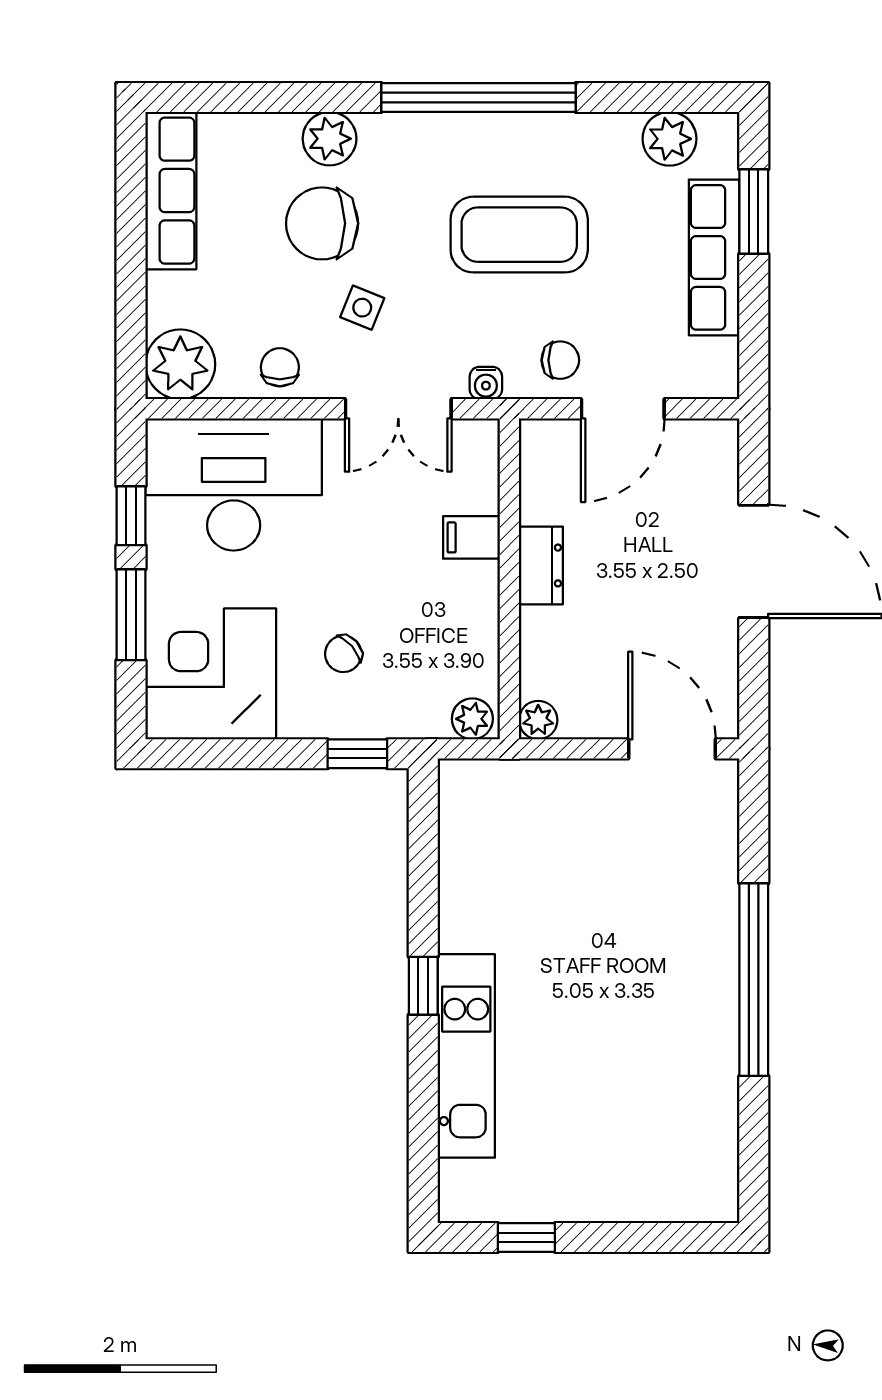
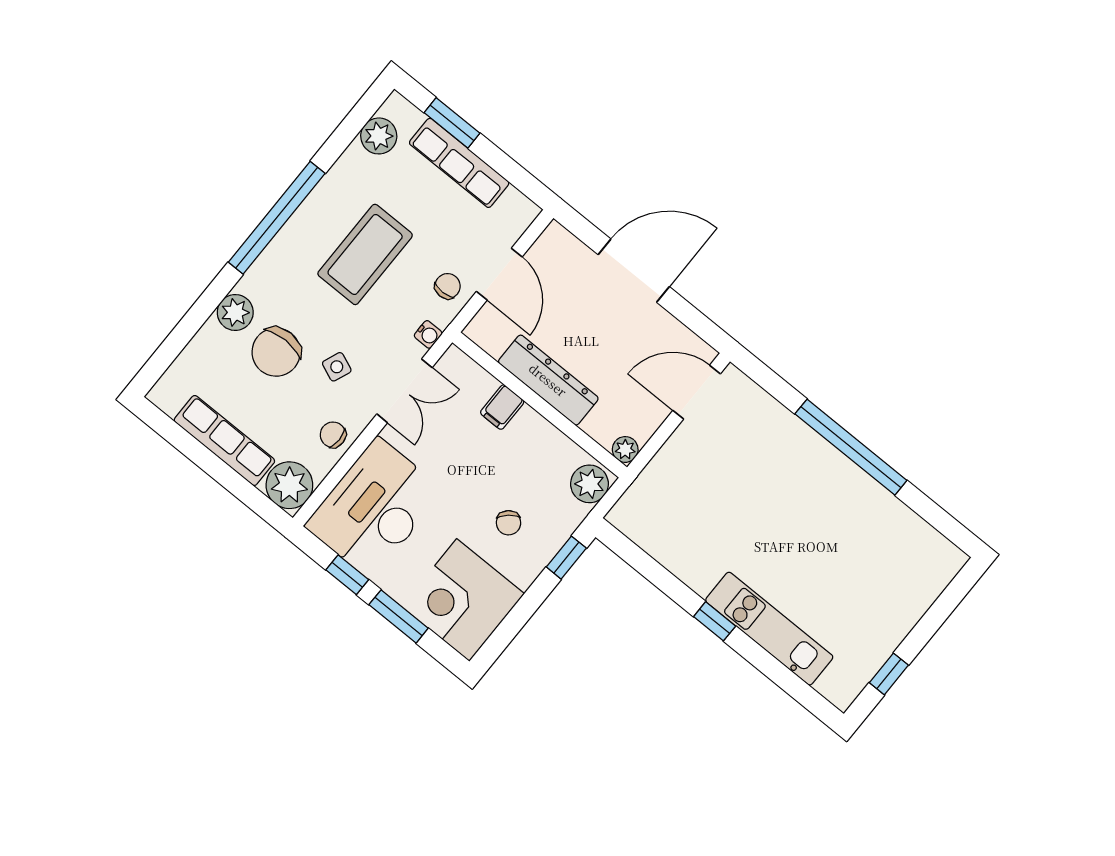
row of seats: (171, 191) -> (224, 441), moved
dresser: (541, 565) -> (548, 380), width x1.96, depth x1.24
plant: (472, 719) -> (589, 484), width x1.38, depth x1.38

